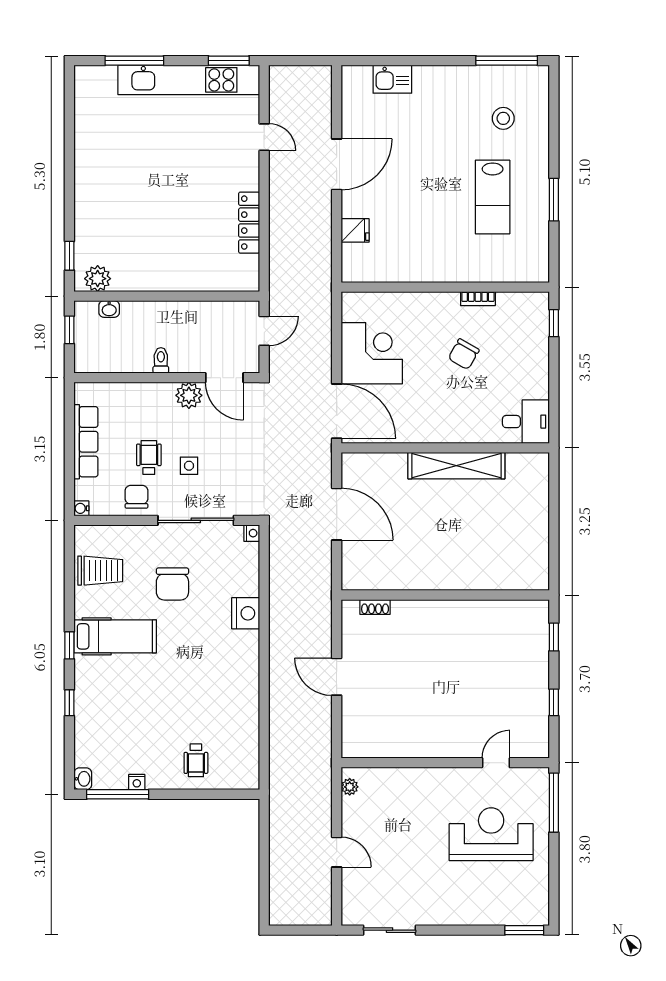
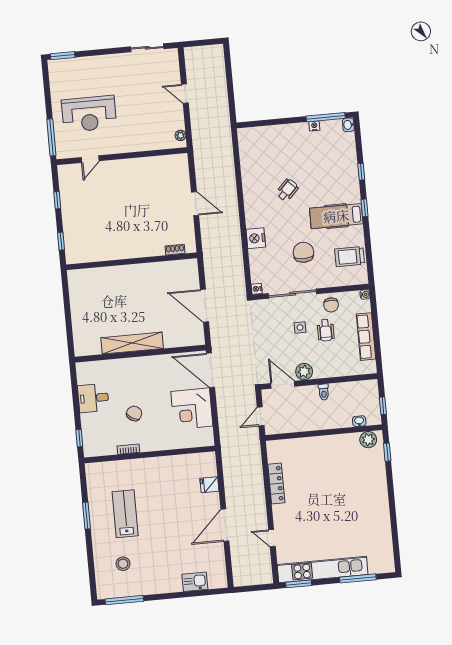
desk: (526, 422) -> (93, 398), moved
wheelchair: (196, 760) -> (287, 190), moved, turned 44

